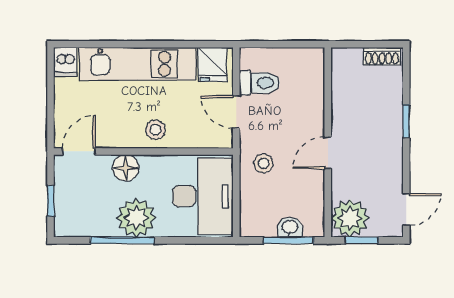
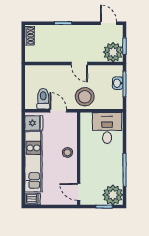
door: (236, 112) -> (58, 111), swing flipped
stool: (264, 163) -> (85, 97), width x1.89, depth x1.89
floor lamp: (126, 168) -> (87, 168), removed
desk: (203, 196) -> (107, 128), width x0.73
plant: (136, 218) -> (113, 195), moved

